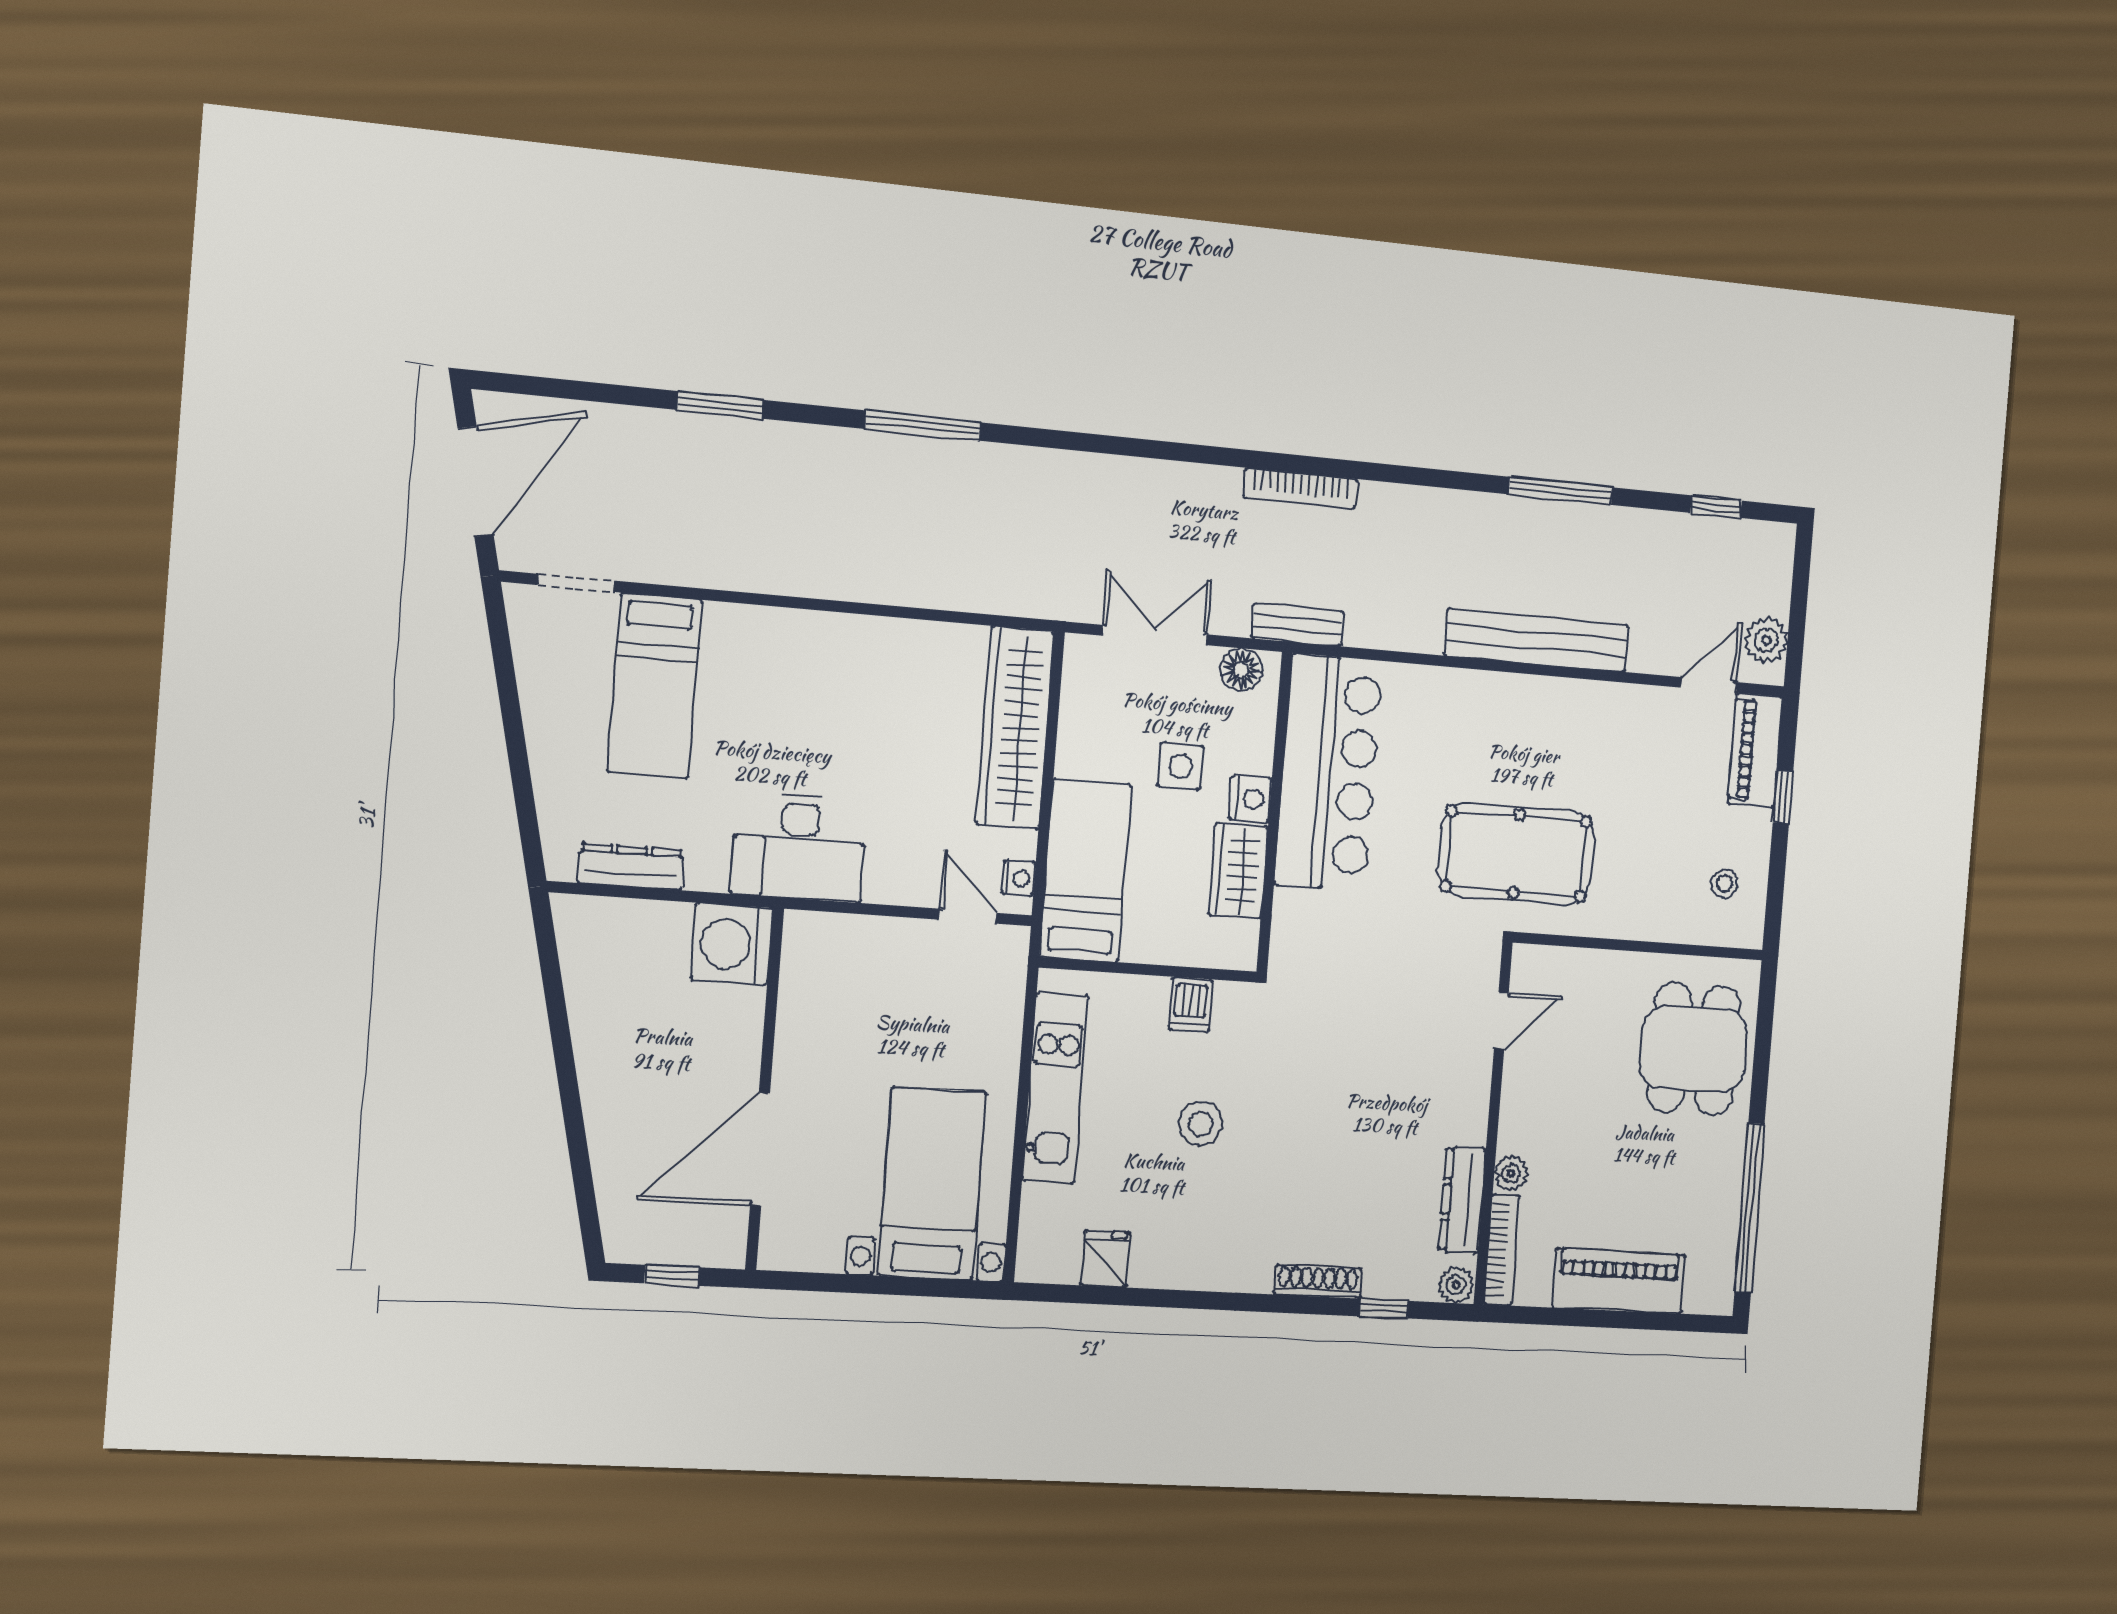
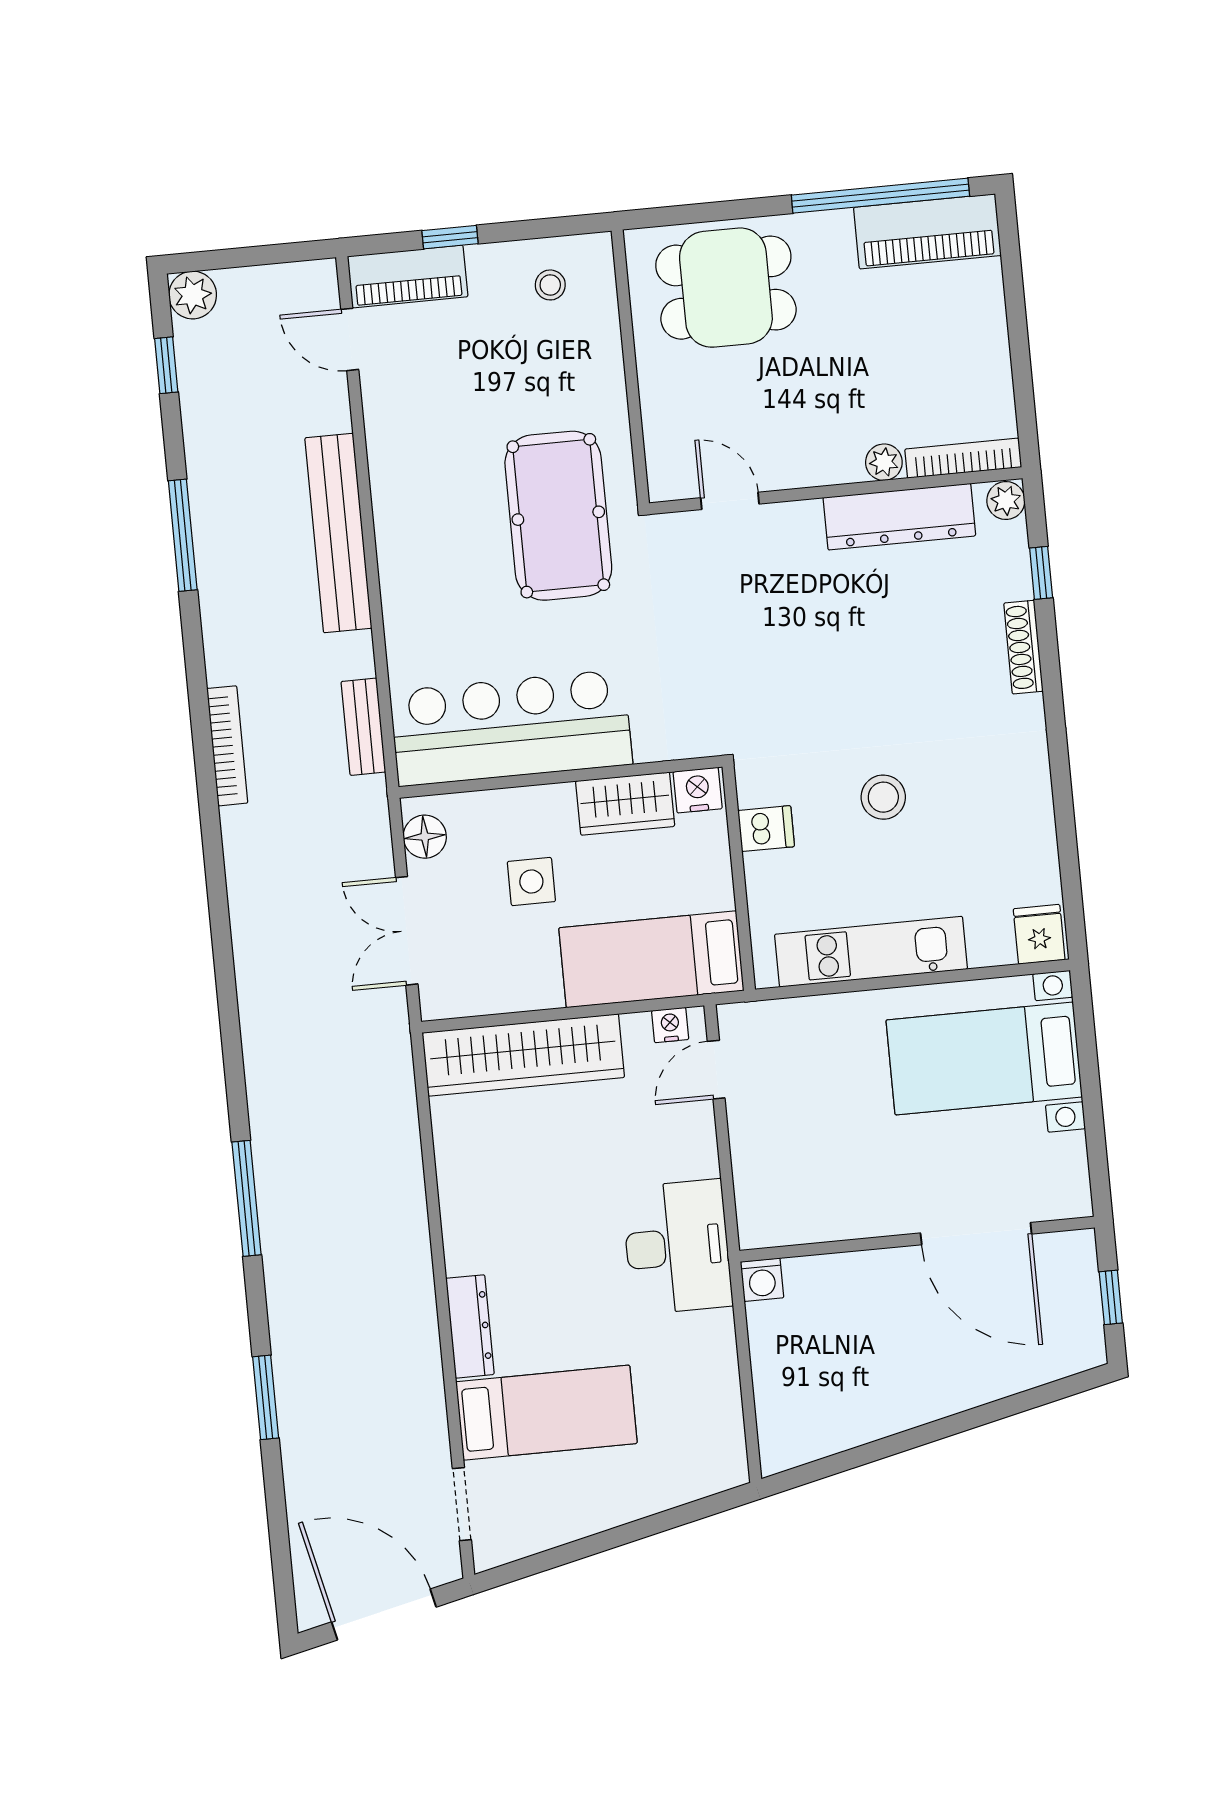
bookcase: (1301, 488) -> (227, 746), moved
bench: (1297, 625) -> (363, 727), moved
plant: (1766, 640) -> (193, 295), moved
nightstand: (1250, 799) -> (698, 790), moved
dresser: (631, 867) -> (470, 1326), moved, turned 180
washing machine: (732, 944) -> (762, 1280), width x0.53, depth x0.53
dresser: (1462, 1200) -> (899, 517), width x1.37, depth x1.24
fridge: (1105, 1259) -> (1039, 934), moved, turned 90
piano: (1619, 1281) -> (927, 231), moved, turned -90

